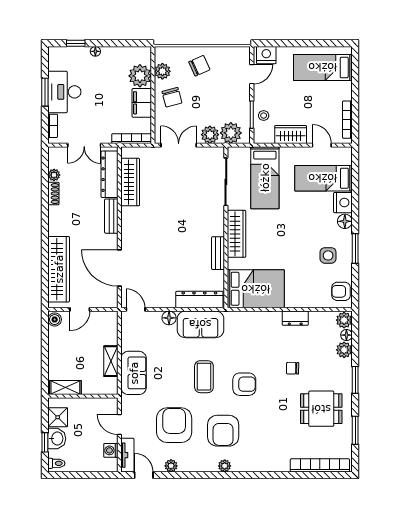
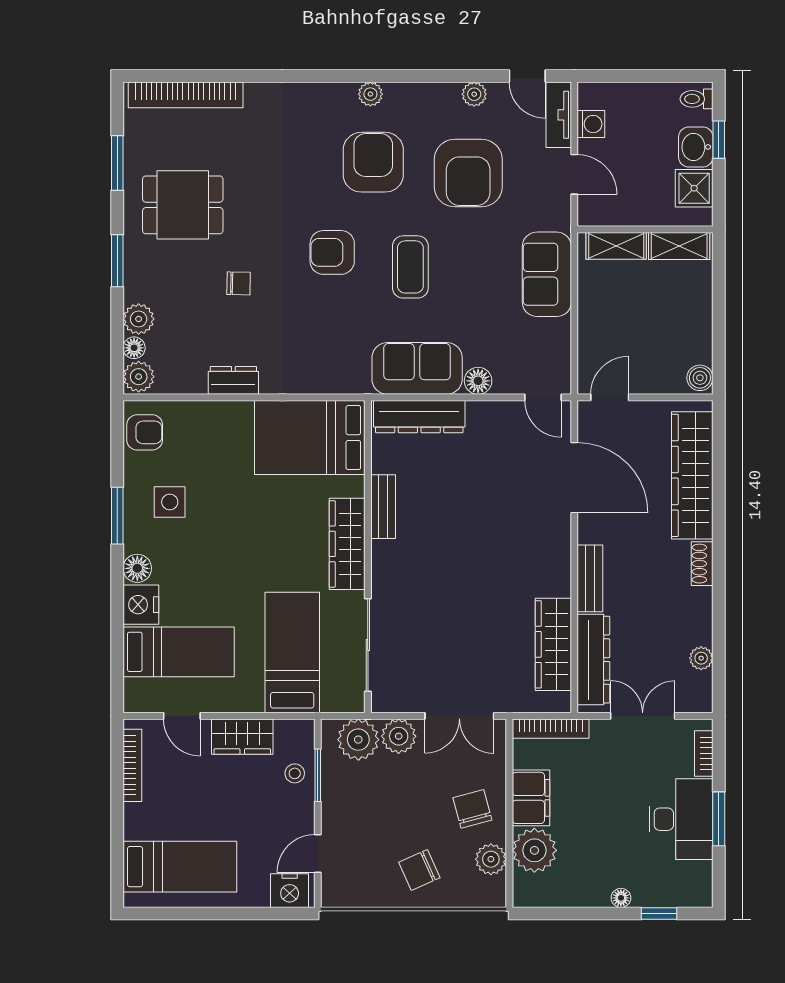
shoe rack: (53, 194) -> (702, 564), moved
door: (80, 309) -> (610, 397), moved
shelving: (111, 361) -> (616, 246), moved, turned 90

